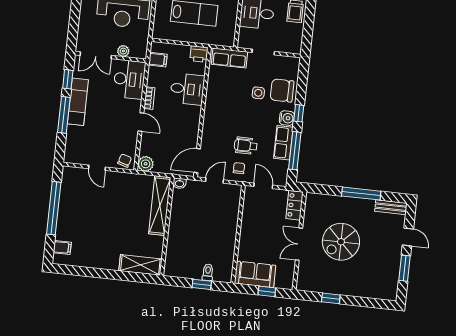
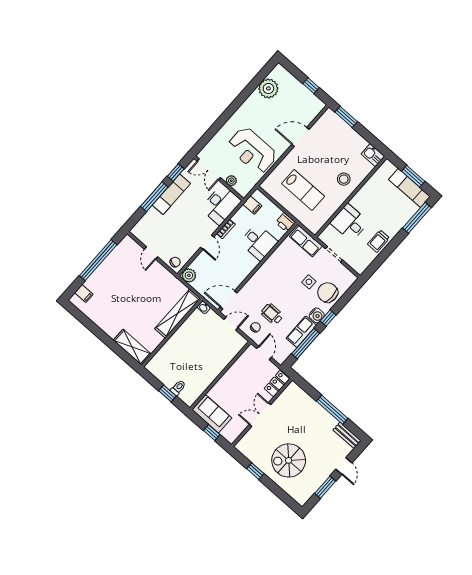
spiral stairs: (341, 242) -> (289, 460), moved

